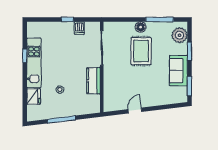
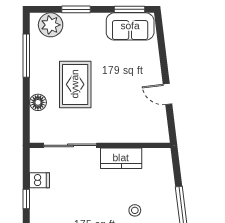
floor lamp: (141, 27) -> (38, 102), moved
rug: (141, 51) -> (75, 84), turned 90
sofa: (178, 71) -> (130, 26), moved

